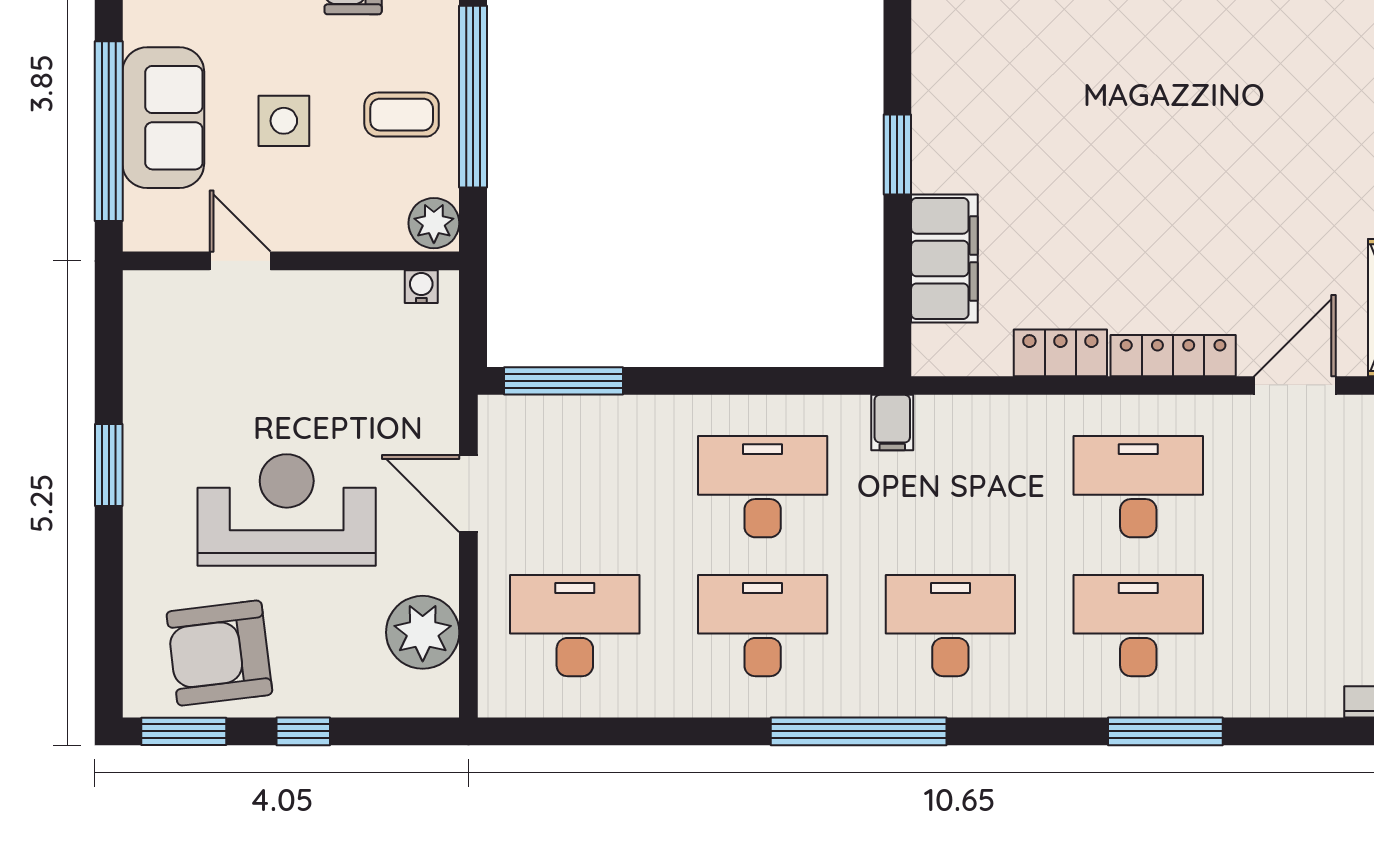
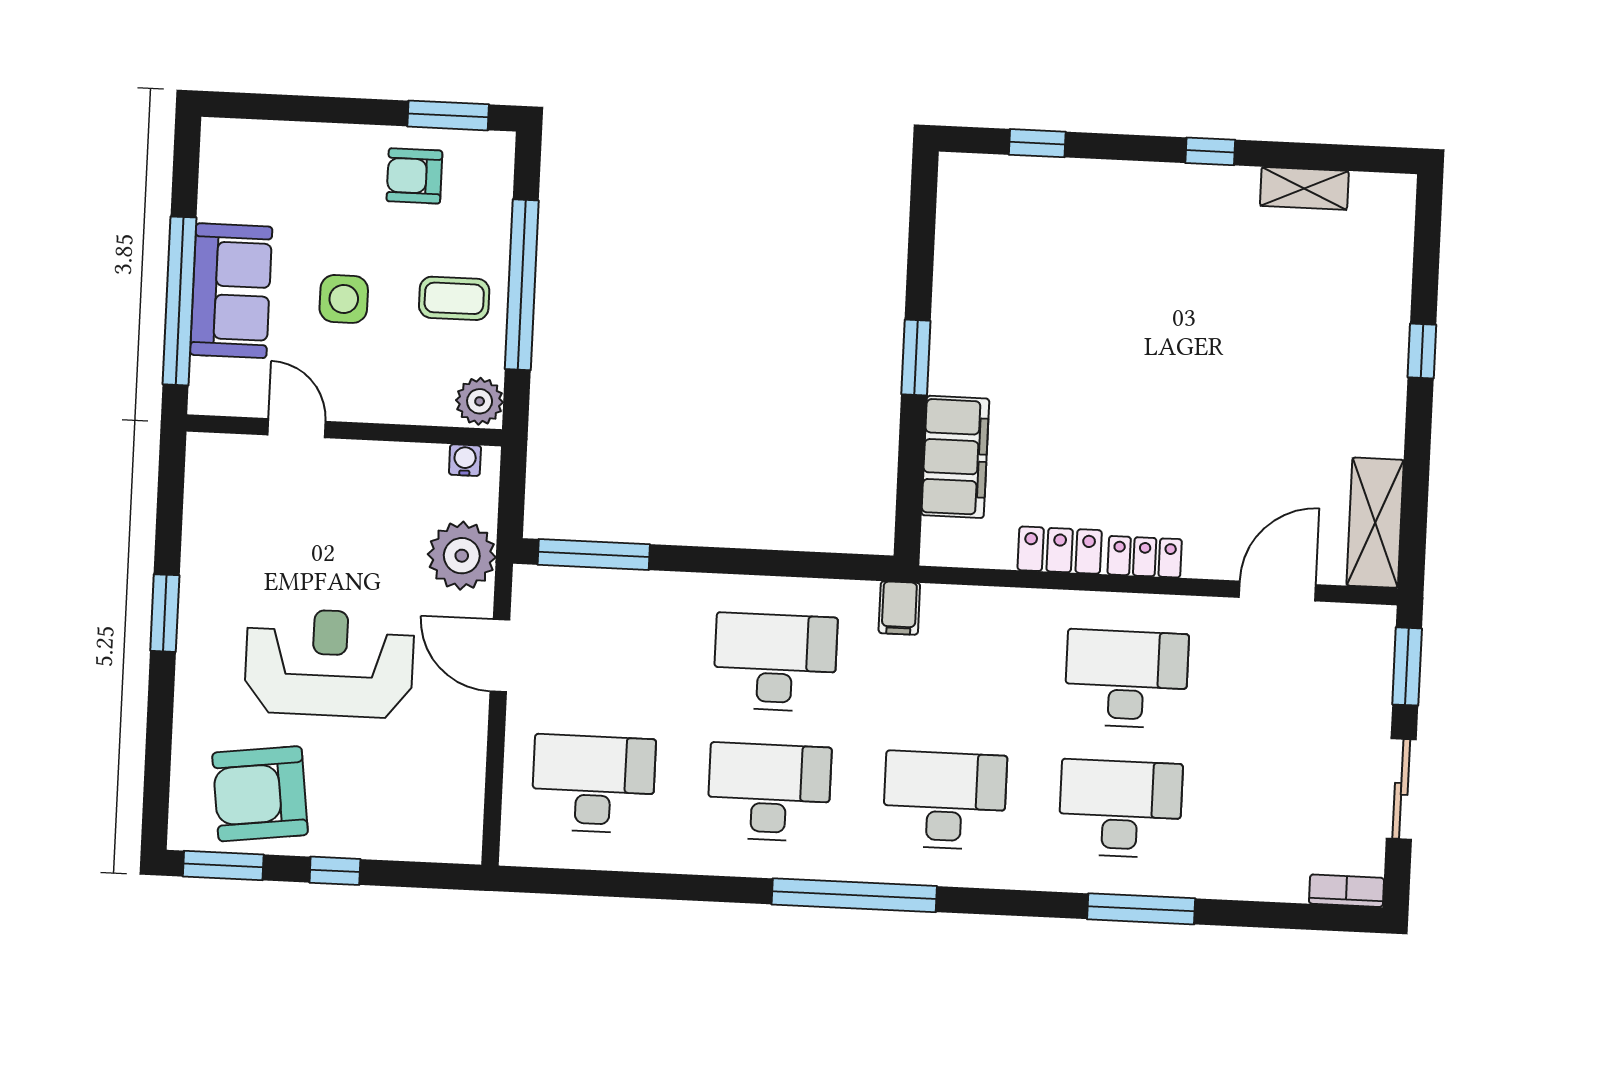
locker: (1173, 356) -> (1145, 557), width x0.66
plant: (423, 632) -> (462, 556), moved

